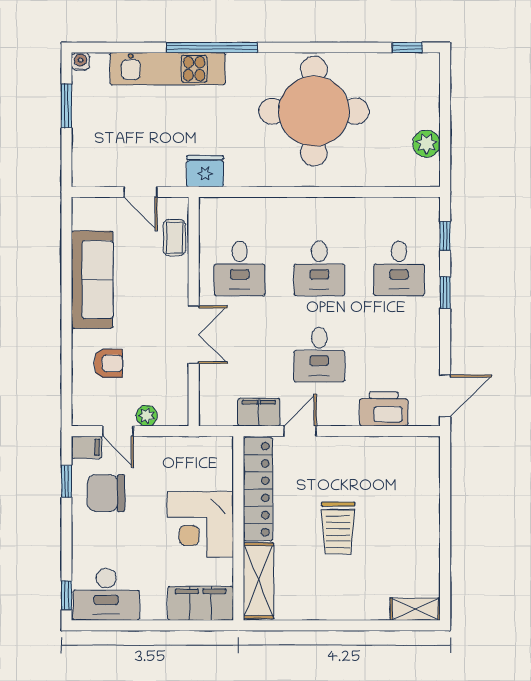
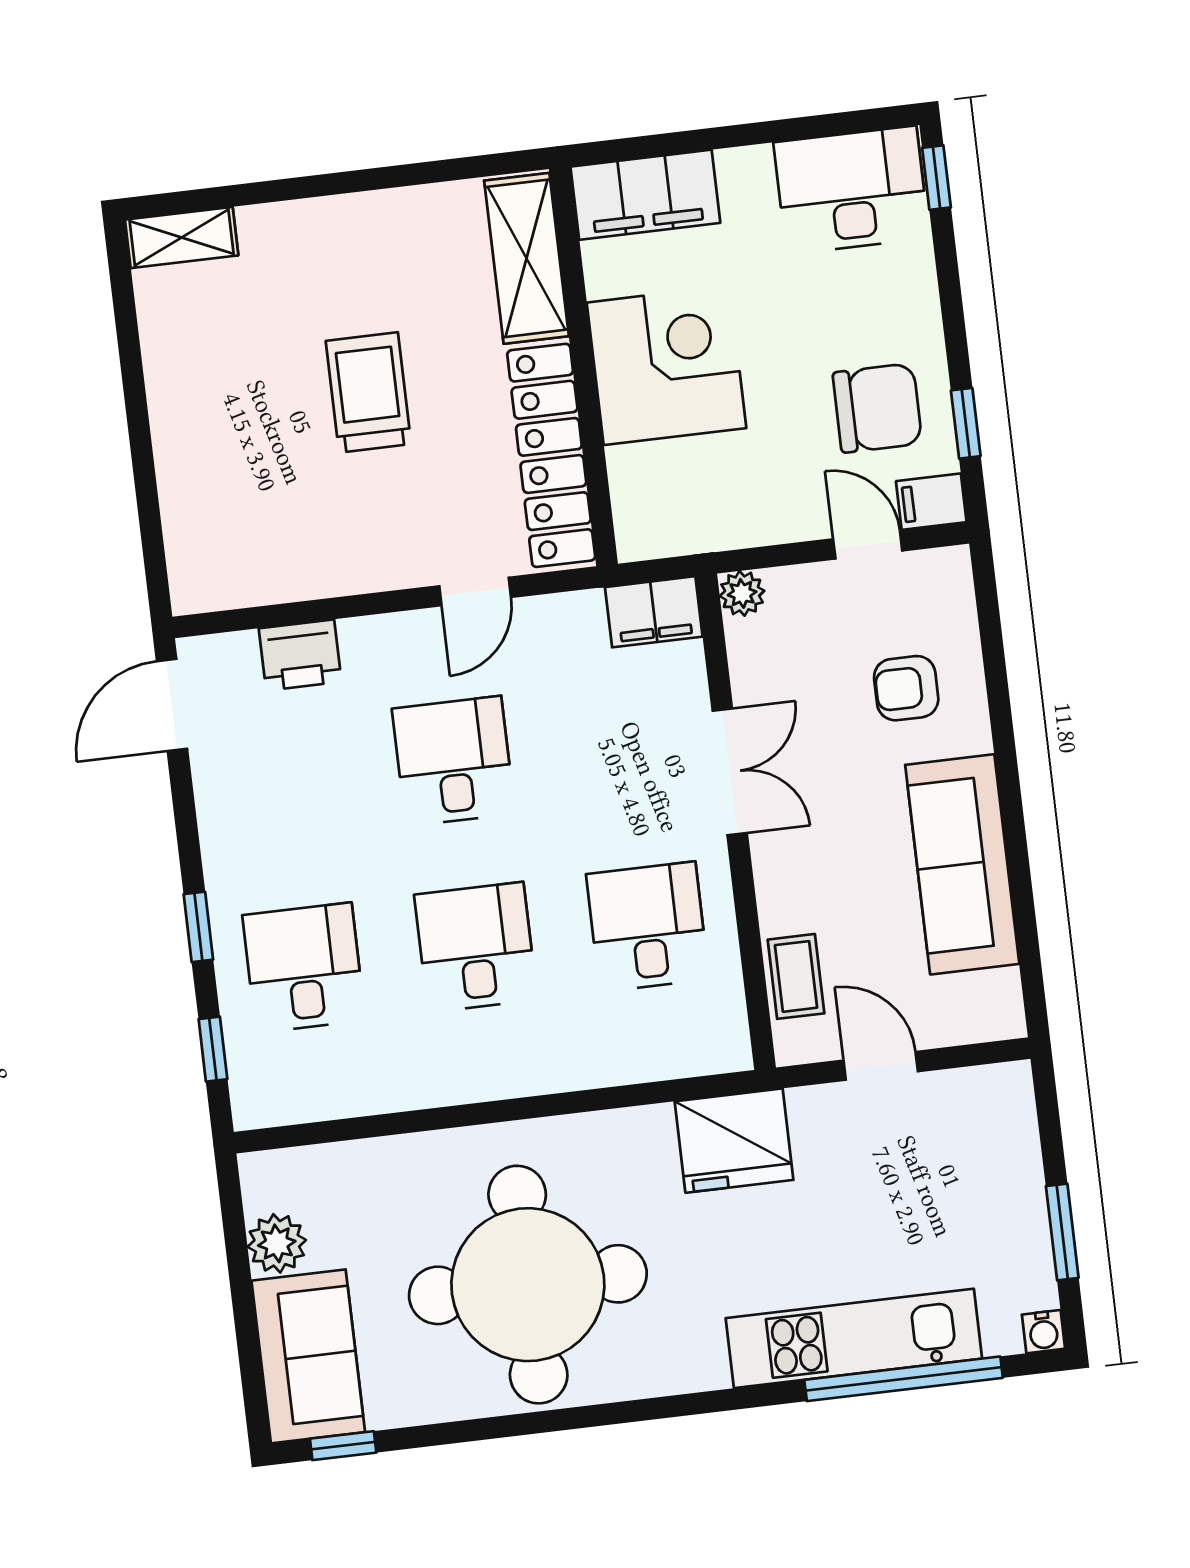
window: (212, 47) -> (904, 1379), moved
sofa: (418, 90) -> (308, 1356), added
fridge: (205, 171) -> (734, 1141), width x1.36, depth x1.34
double door: (194, 335) -> (730, 772), swing flipped
printer: (384, 409) -> (300, 655), width x0.73, depth x0.84
filing cabinet: (259, 412) -> (654, 612), moved
plant: (147, 416) -> (742, 593), moved

